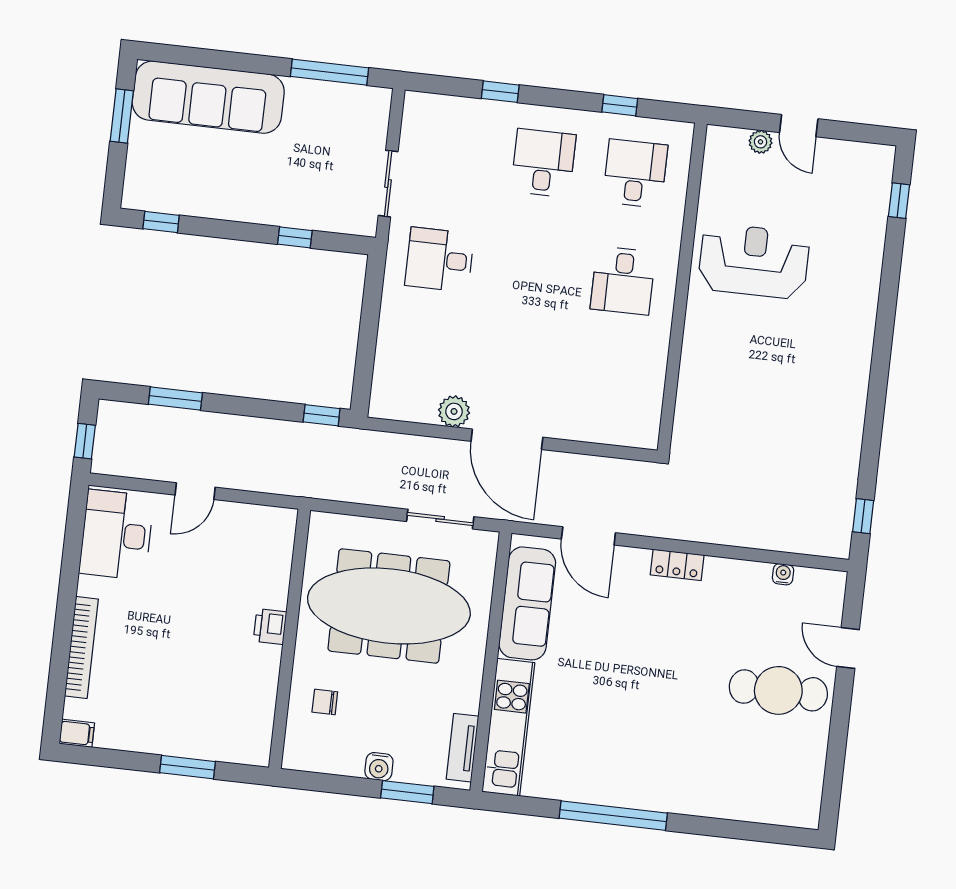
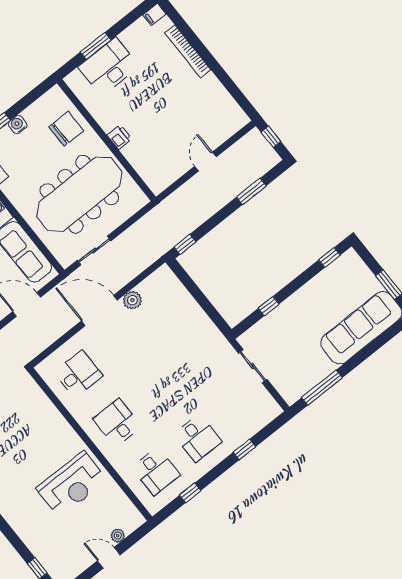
desk: (439, 260) -> (78, 374), moved
desk: (116, 535) -> (109, 67), moved, turned -90
chair: (325, 702) -> (66, 129), width x1.87, depth x1.87

